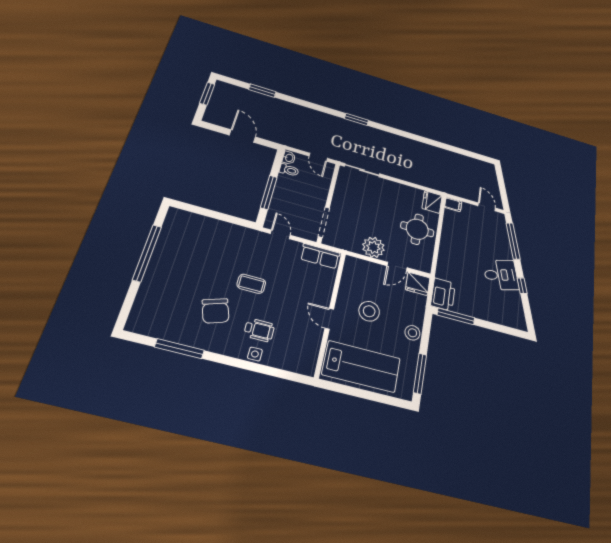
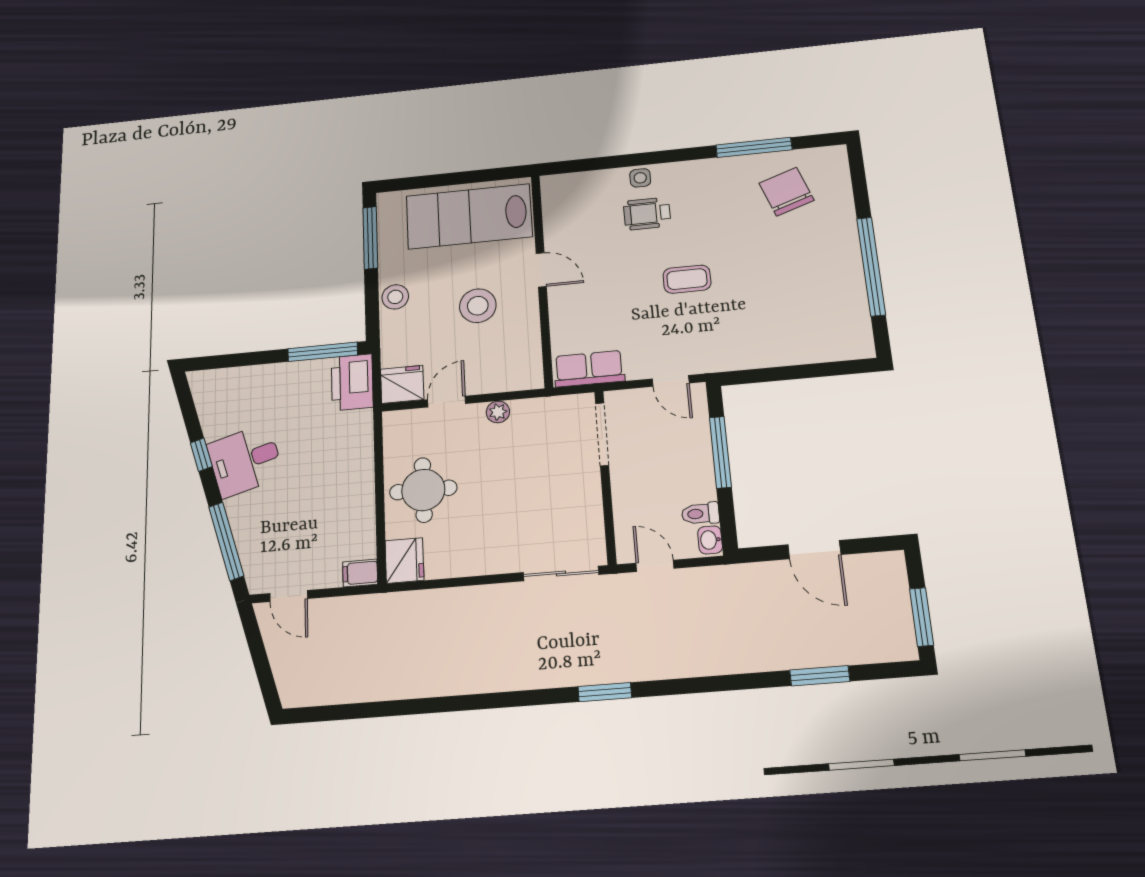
plant: (373, 247) -> (498, 412), width x0.53, depth x0.53
chair: (216, 311) -> (787, 192), moved

